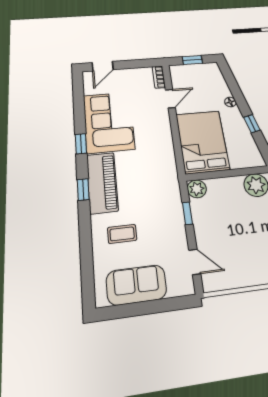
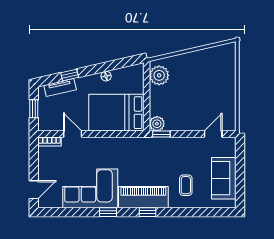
door: (103, 66) -> (34, 190), hinge flipped
tv unit: (220, 83) -> (60, 87), added
floor lamp: (230, 102) -> (106, 76), moved
window: (252, 124) -> (70, 75), moved
window: (187, 213) -> (161, 134), moved

